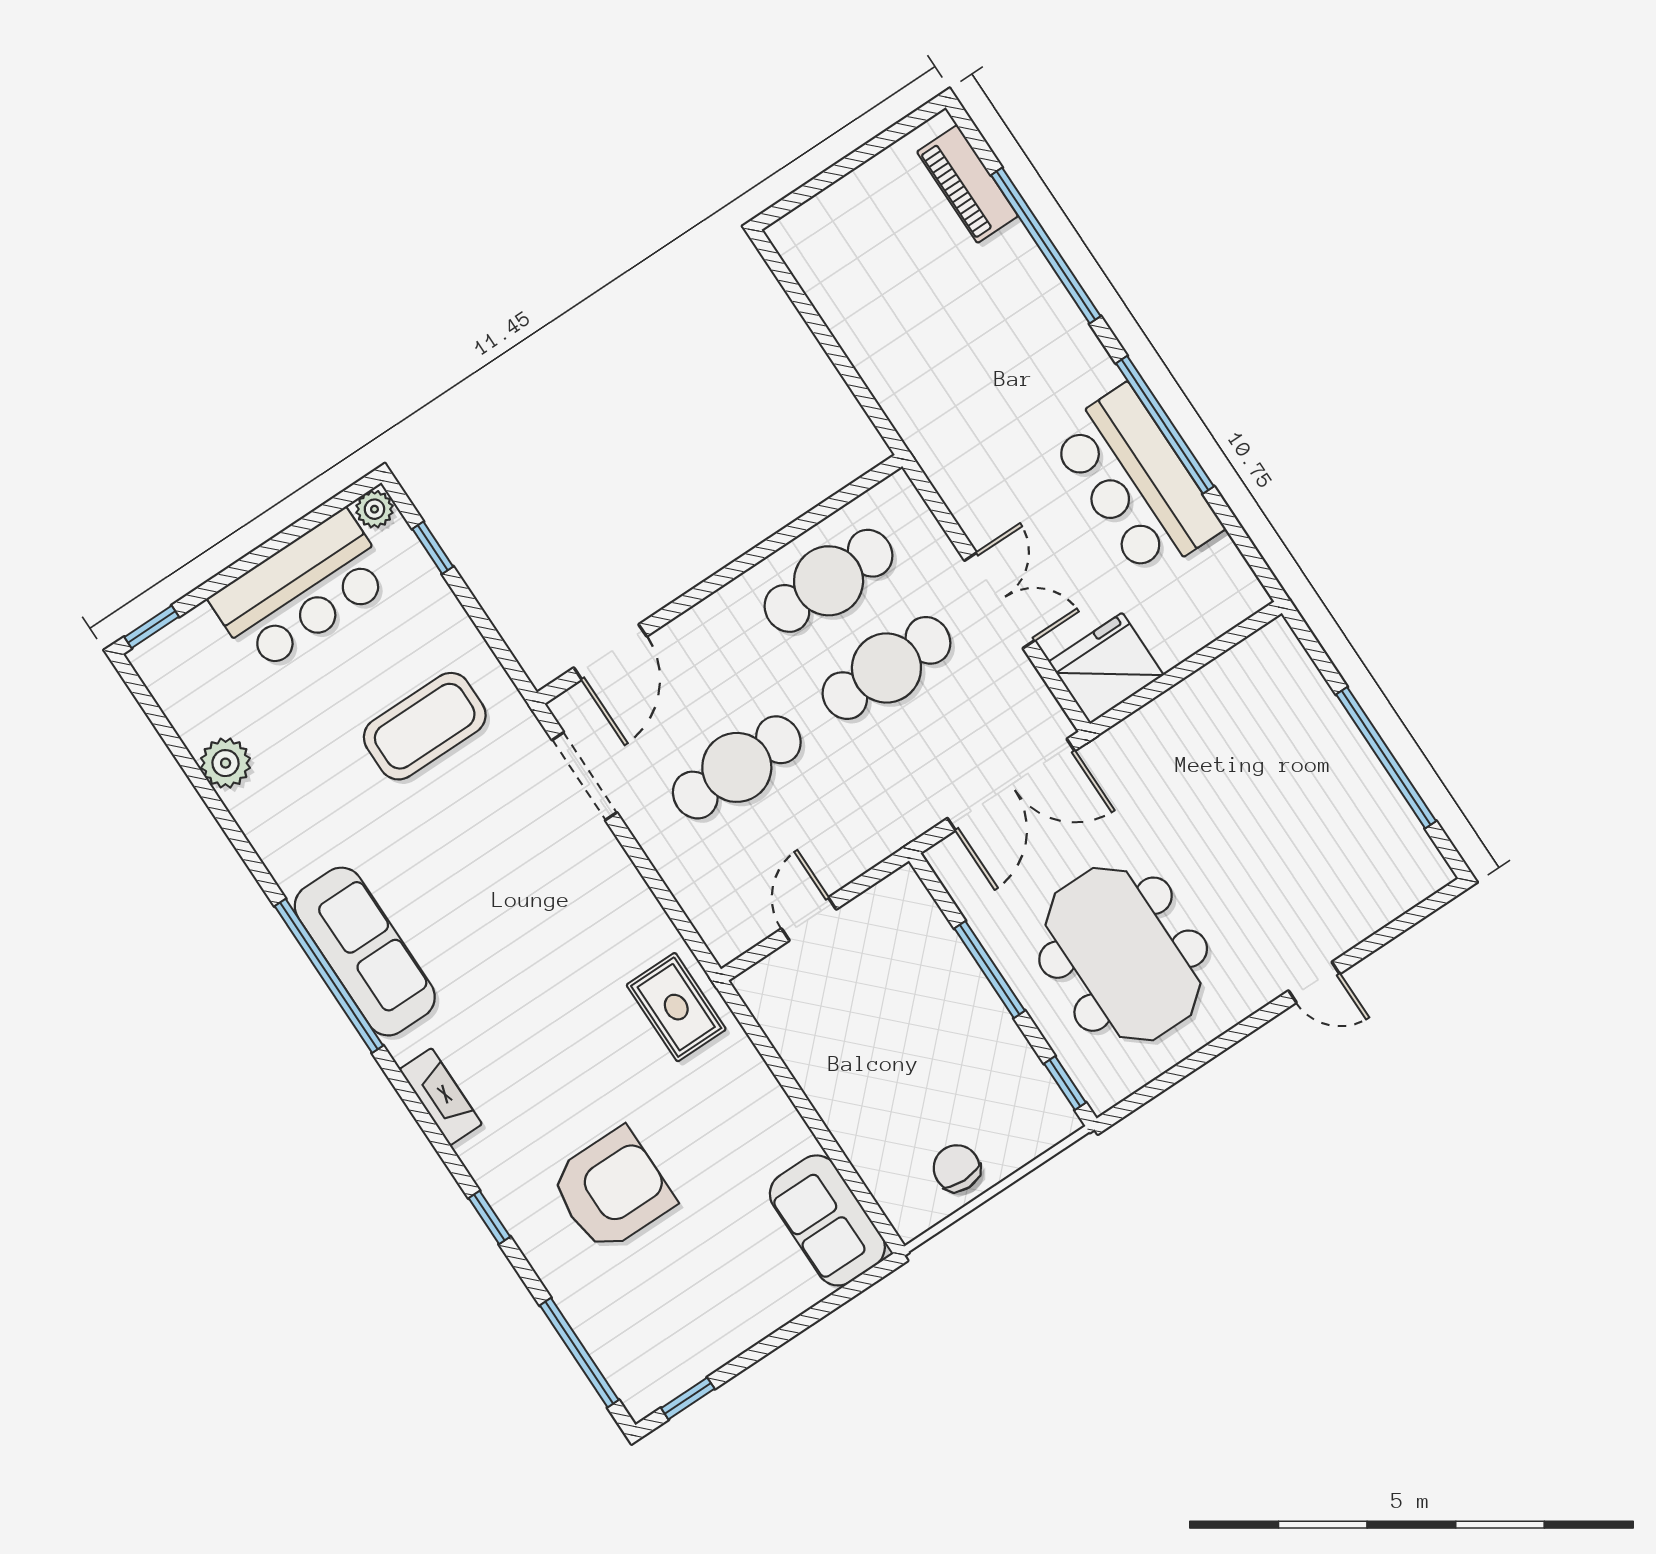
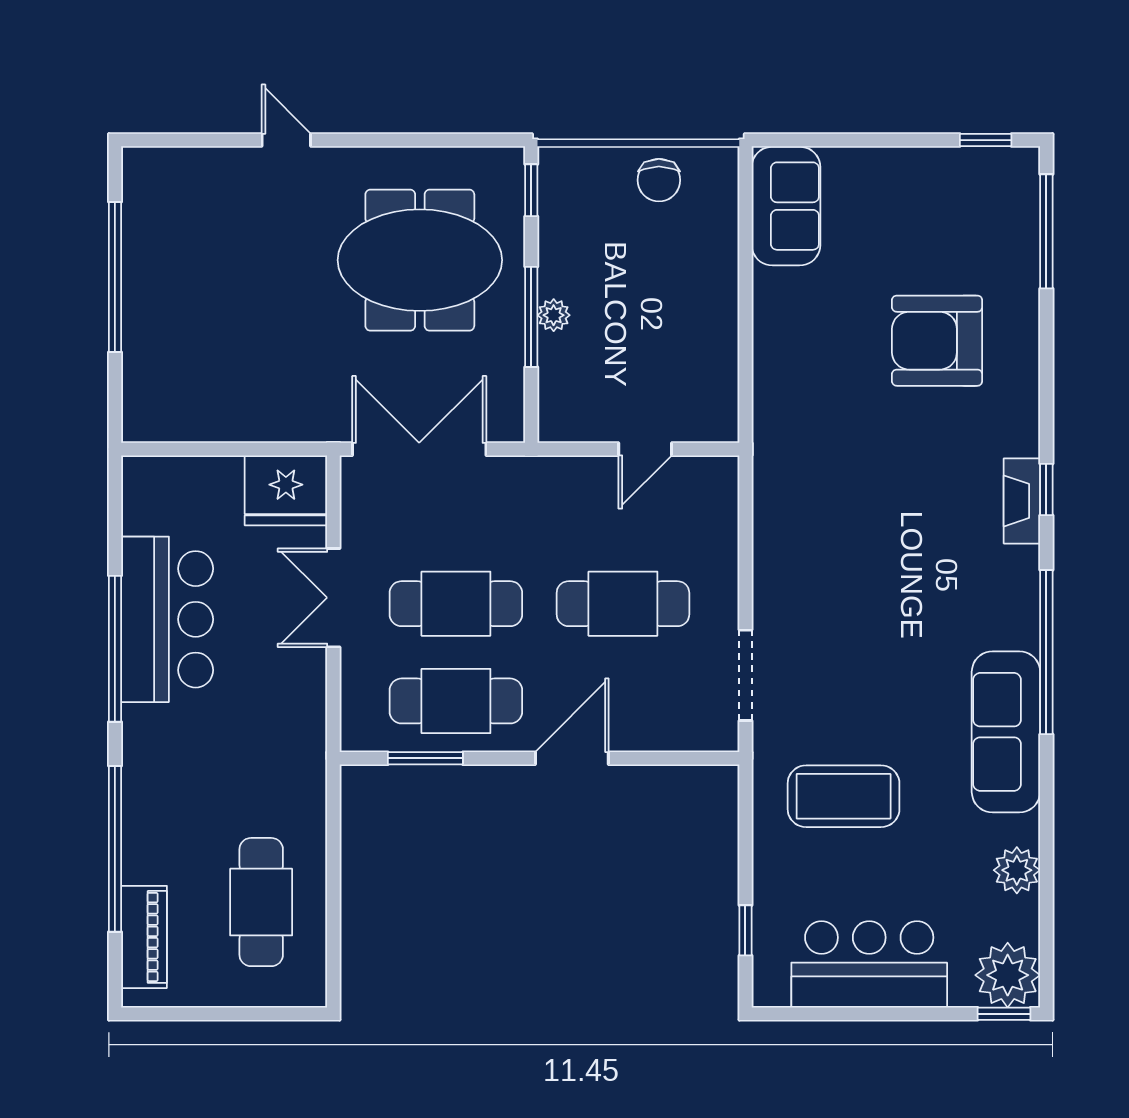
cafe table: (883, 285) -> (261, 902), added
plant: (374, 509) -> (1008, 975), moved, width x1.87, depth x1.87
window: (822, 511) -> (425, 758), added
door: (610, 652) -> (572, 758), moved
sofa: (365, 952) -> (1006, 732), moved
meeting table: (1123, 954) -> (420, 260), turned 90
plant: (971, 984) -> (554, 315), added
rug: (676, 1007) -> (793, 449), removed
window: (489, 1217) -> (1046, 490), moved

